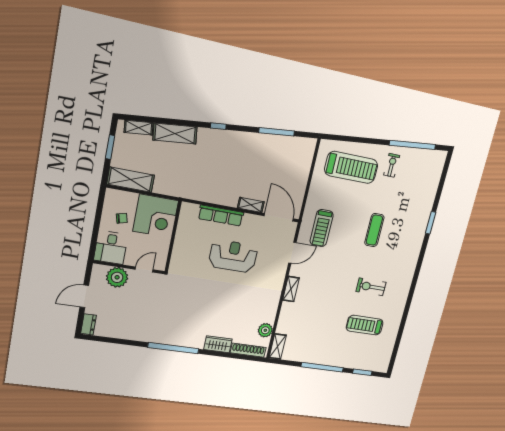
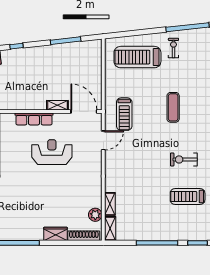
treadmill: (351, 167) -> (137, 57), turned 180
shelving: (291, 289) -> (110, 204), moved

